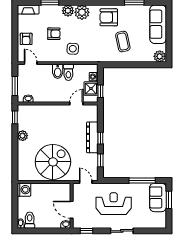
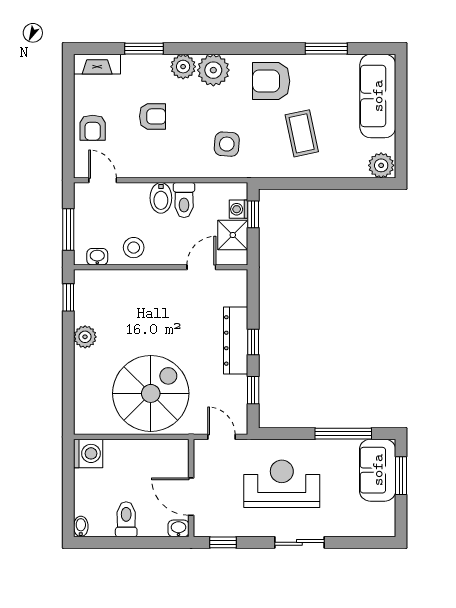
side table: (73, 49) -> (227, 144), moved
window: (100, 91) -> (253, 214), moved
stool: (45, 94) -> (134, 248), added
toilet: (30, 220) -> (126, 519), moved

